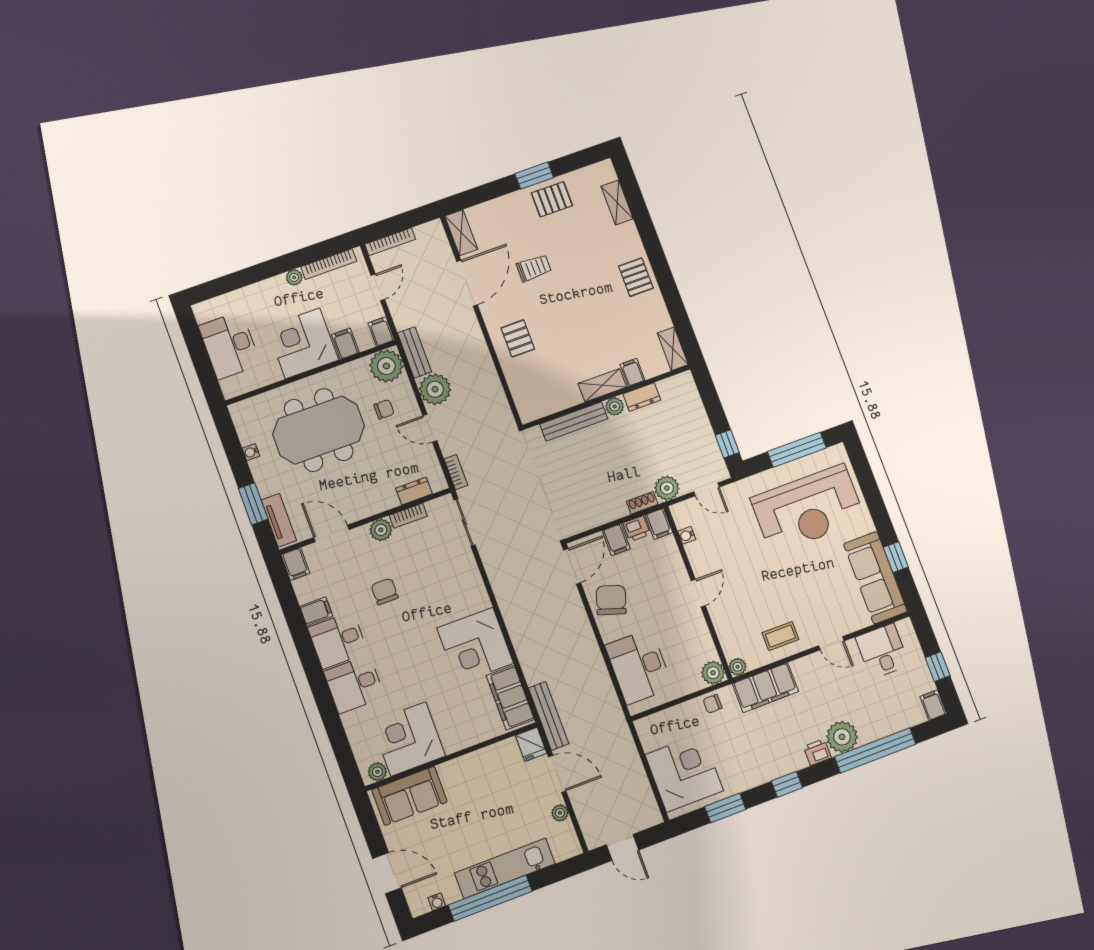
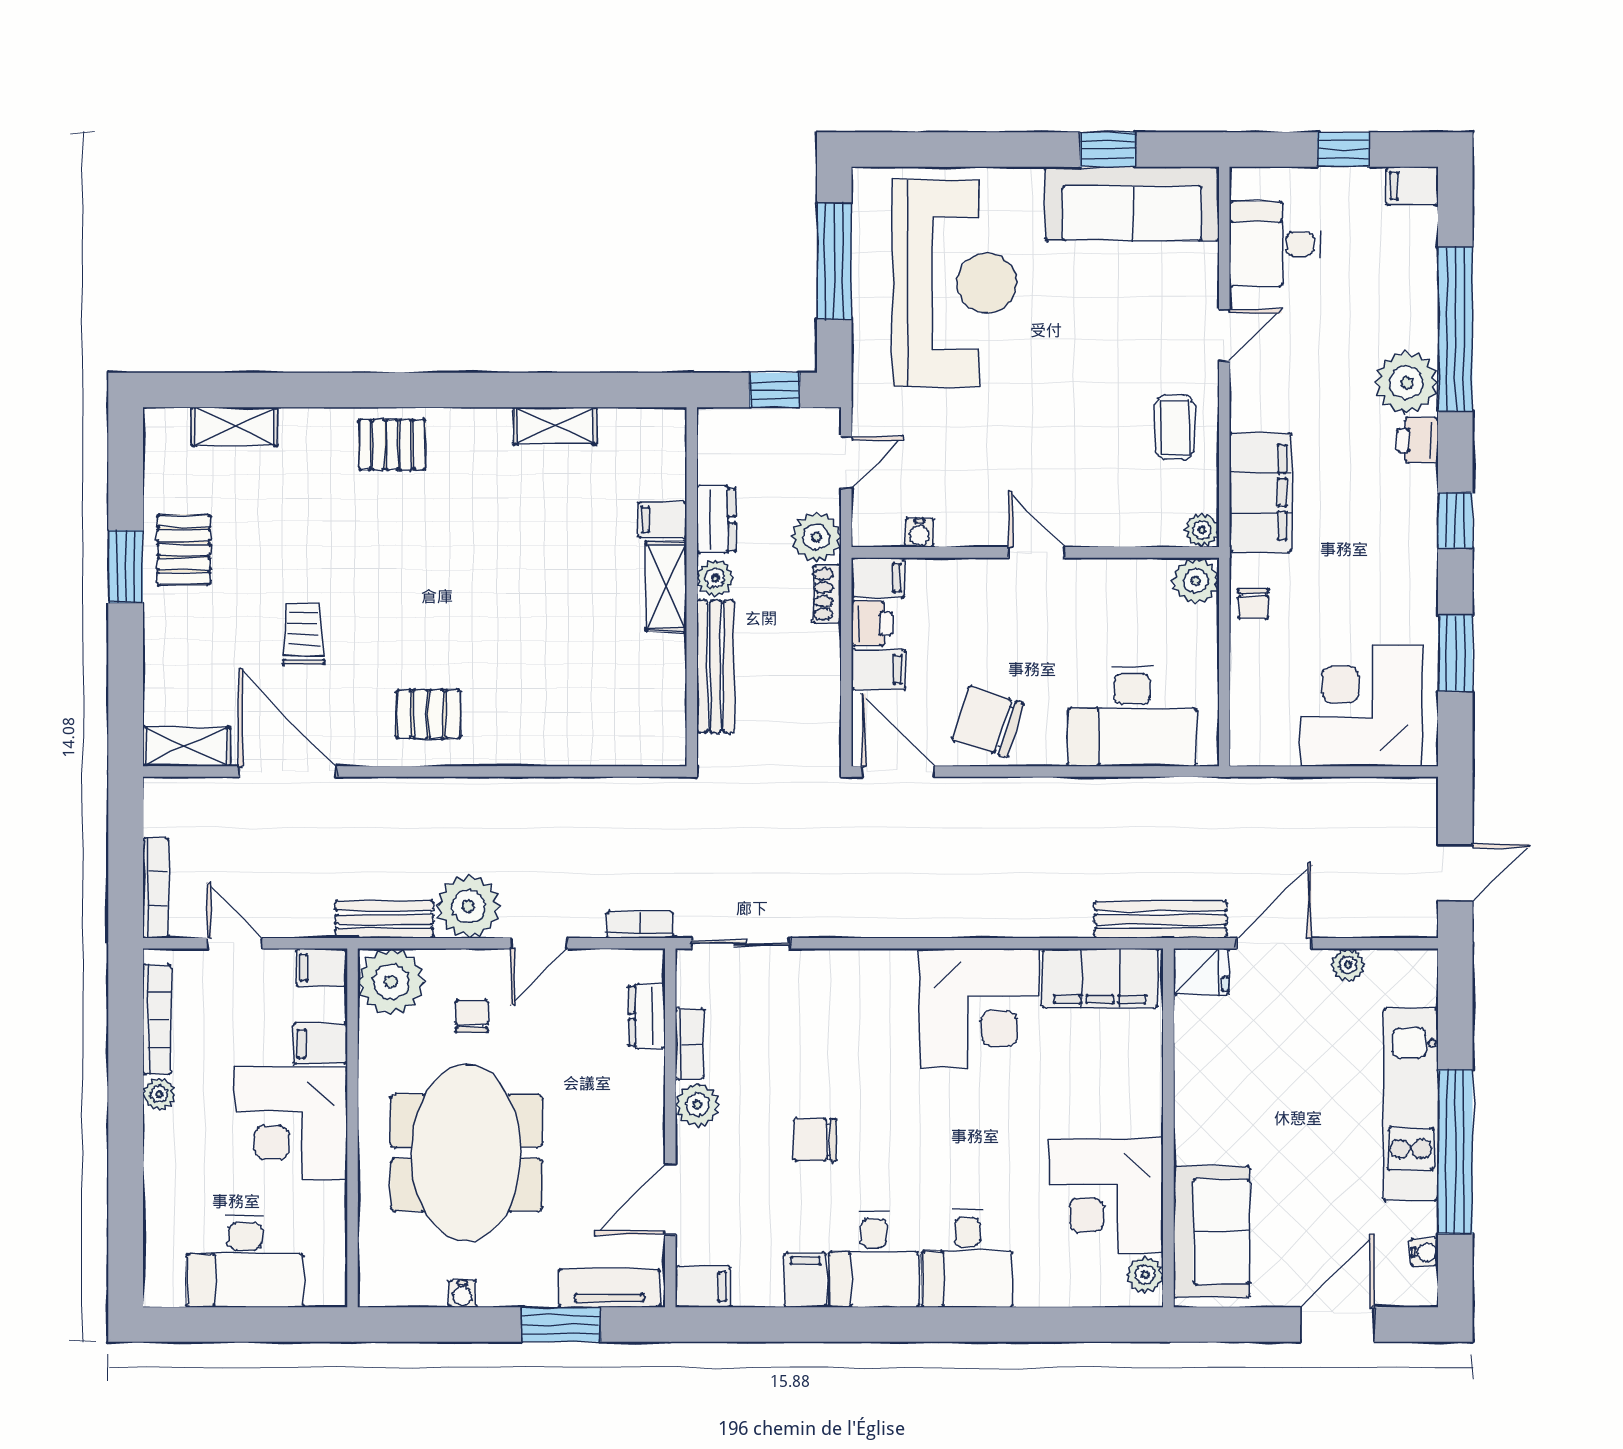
filing cabinet: (632, 372) -> (662, 520), moved
shelving: (602, 385) -> (666, 586), moved
wall: (607, 397) -> (692, 587), moved
dresser: (642, 397) -> (716, 520), moved
plant: (615, 406) -> (715, 578), moved
bench: (574, 421) -> (715, 666), moved

